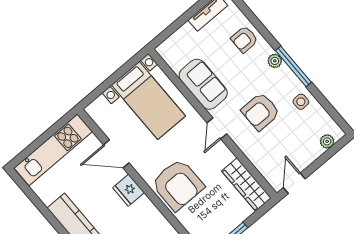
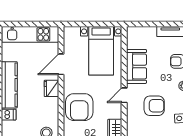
armchair: (261, 111) -> (154, 106), turned 180
door: (116, 154) -> (61, 64), hinge flipped

